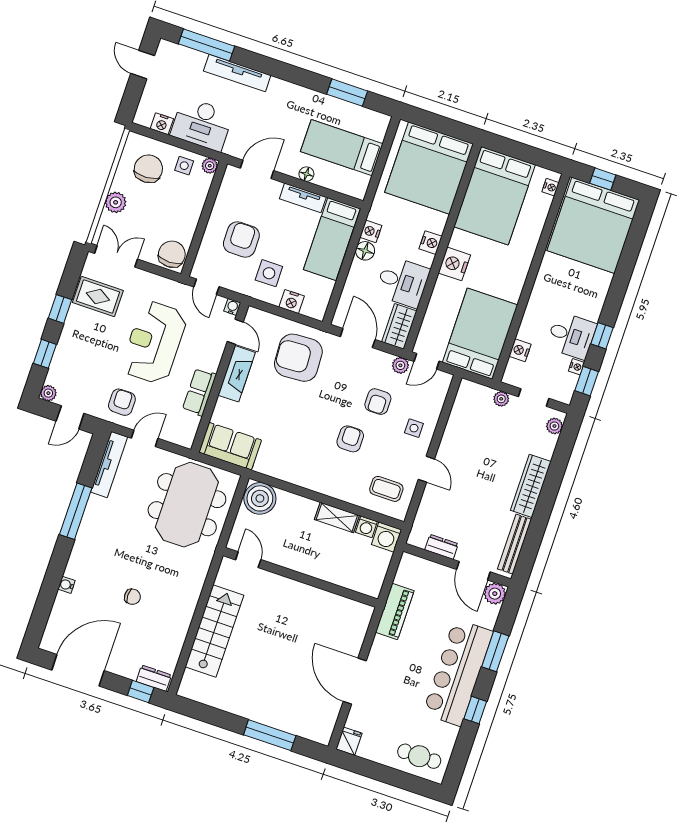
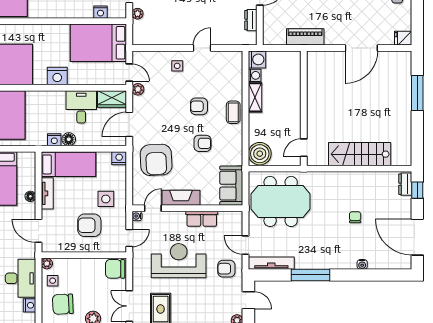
nightstand: (431, 243) -> (48, 97), removed
nightstand: (292, 302) -> (119, 158), moved, turned -90
reception desk: (154, 342) -> (179, 261), turned 180
armchair: (378, 402) -> (202, 143), moved
coffee table: (386, 489) -> (233, 112), moved

